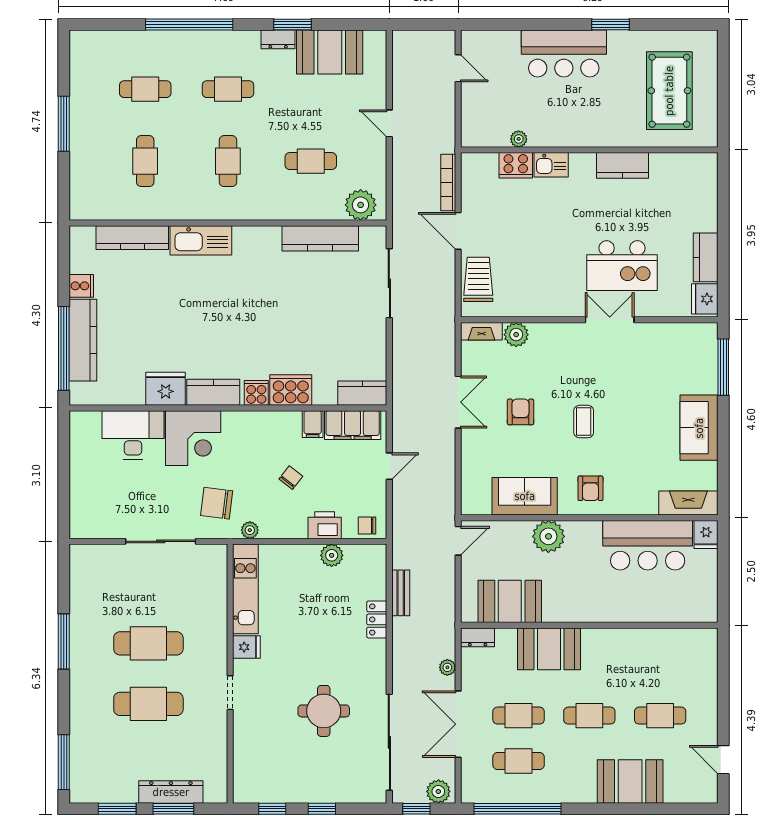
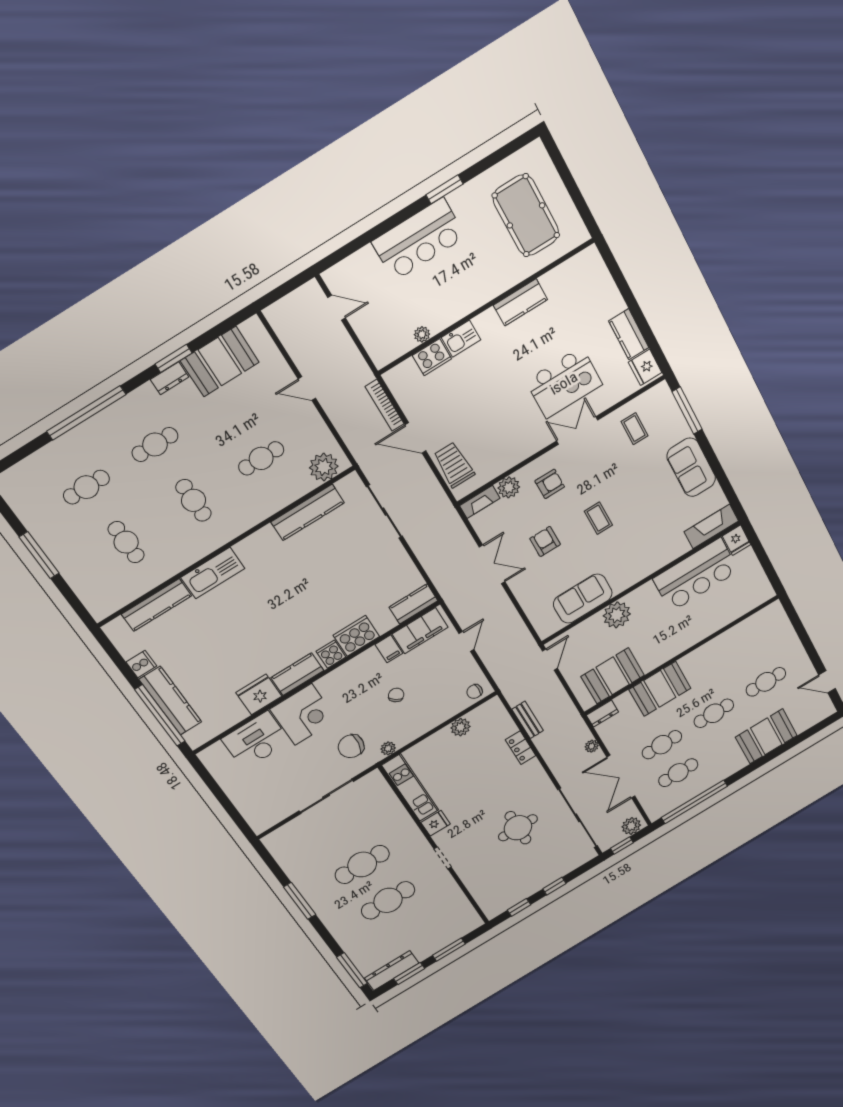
coffee table: (664, 353) -> (634, 429), added
armchair: (590, 488) -> (550, 484), moved, turned -90
printer: (325, 525) -> (442, 711), removed
dresser: (171, 792) -> (392, 971), moved

